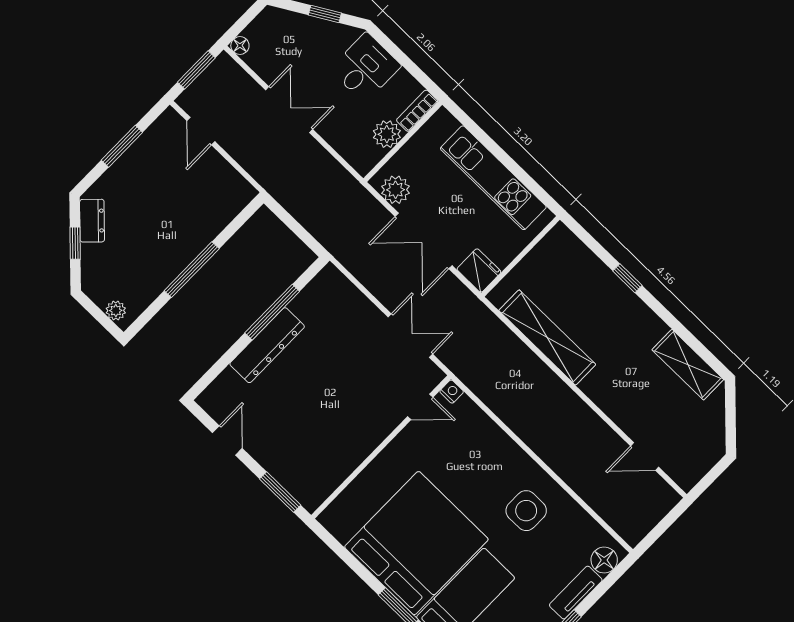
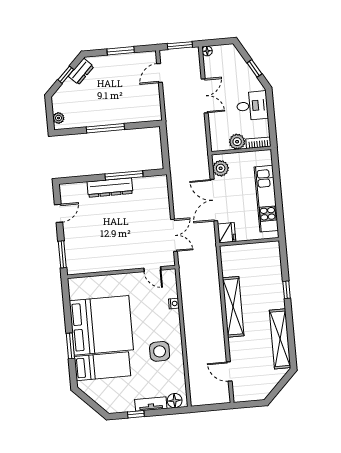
shelving: (547, 337) -> (233, 307), moved
shelving: (688, 365) -> (280, 339), width x1.47
nightstand: (452, 392) -> (174, 304), moved

